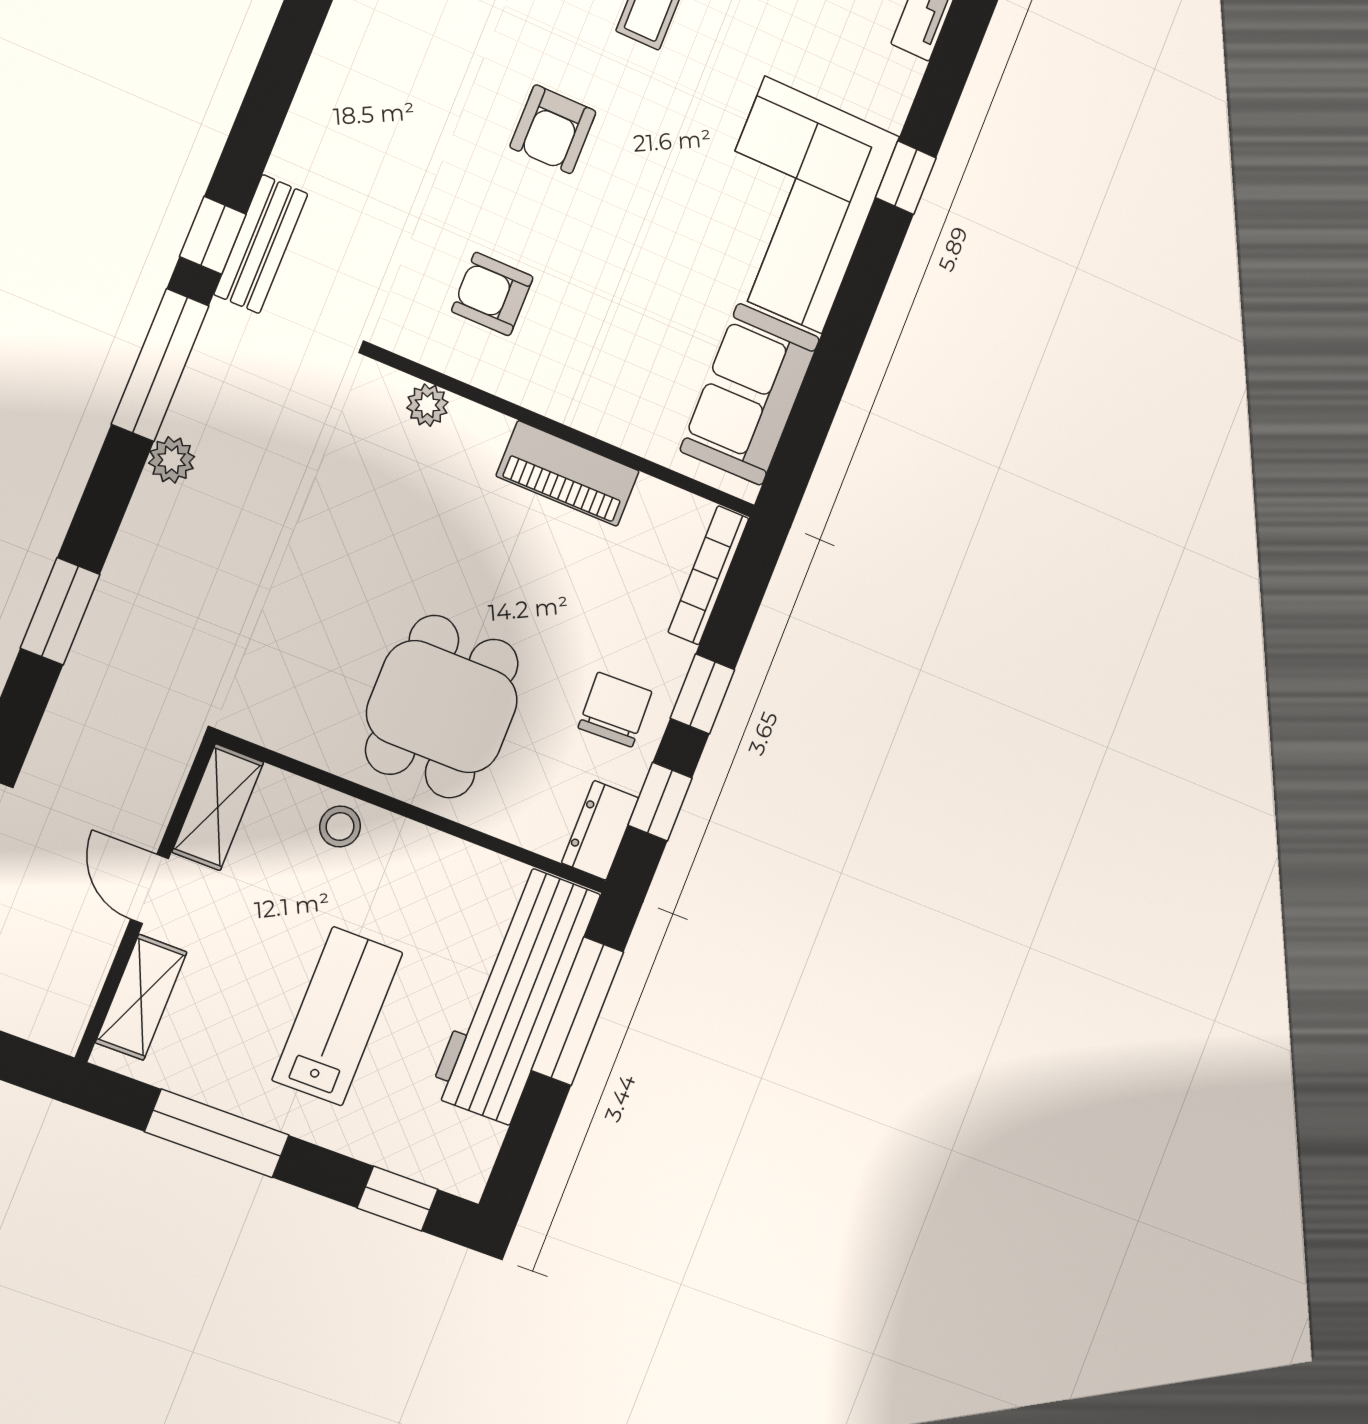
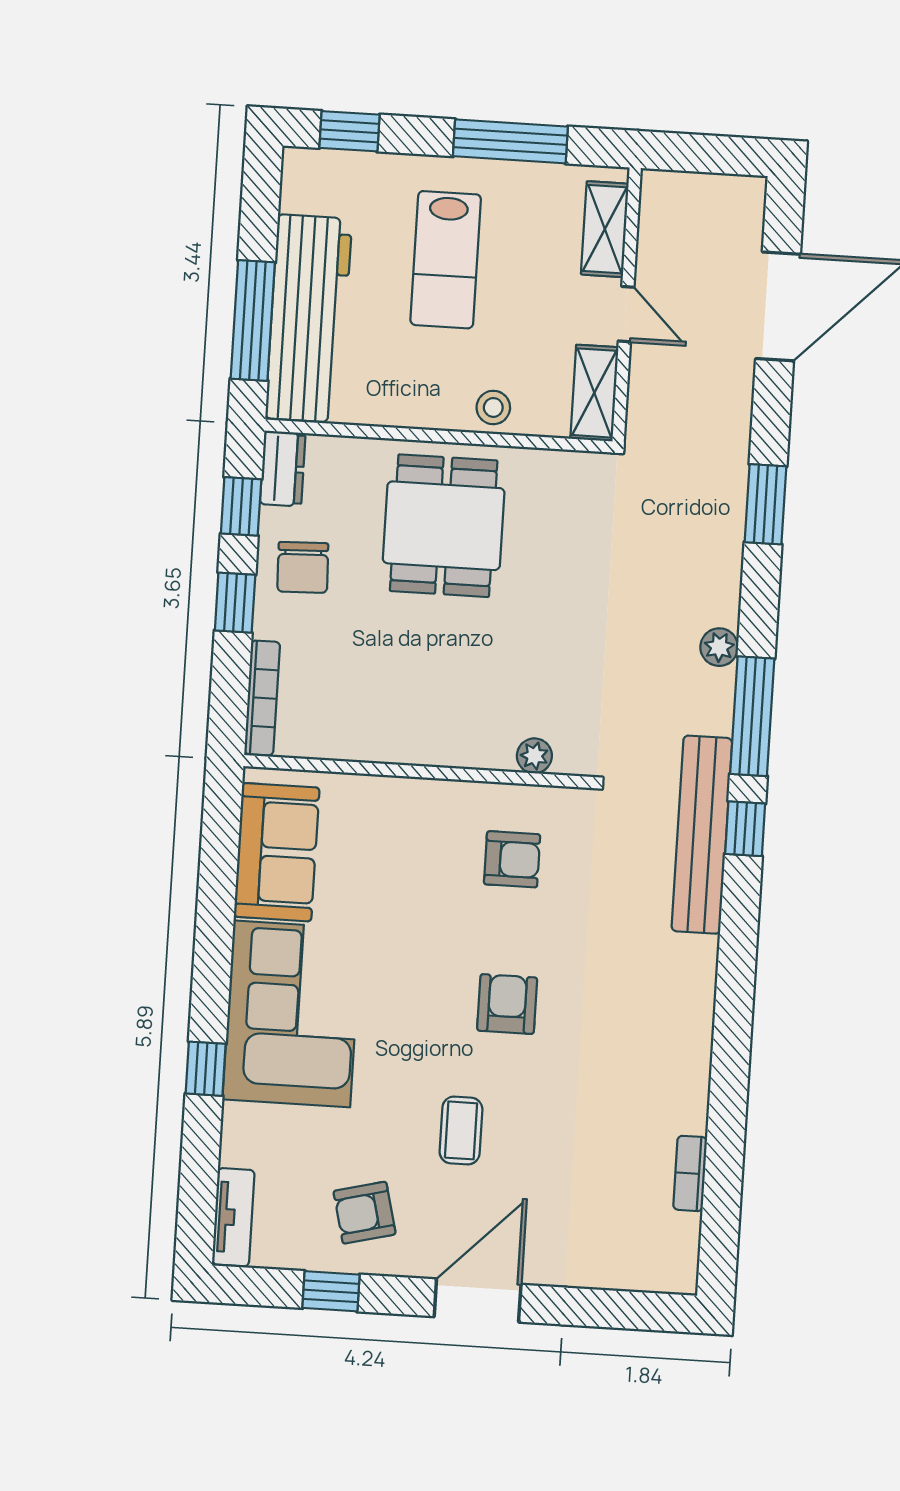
bench: (261, 244) -> (702, 835), width x1.86, depth x1.21
piano: (568, 474) -> (404, 740), removed

